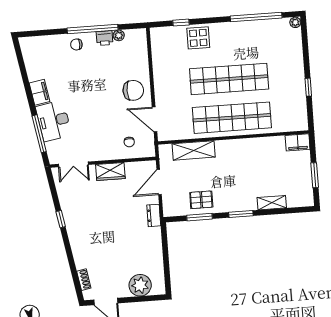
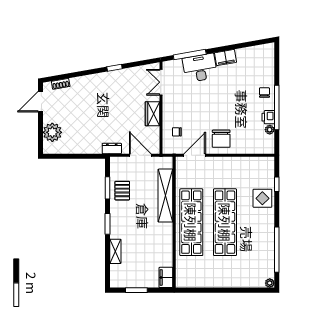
window: (308, 87) -> (213, 290), removed
shelving: (194, 150) -> (165, 196), width x1.47

